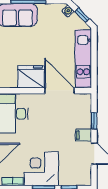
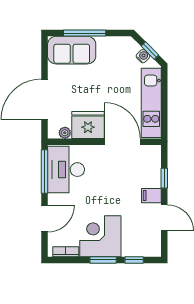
water cooler: (68, 11) -> (143, 56), moved
plant: (12, 83) -> (65, 133), added

